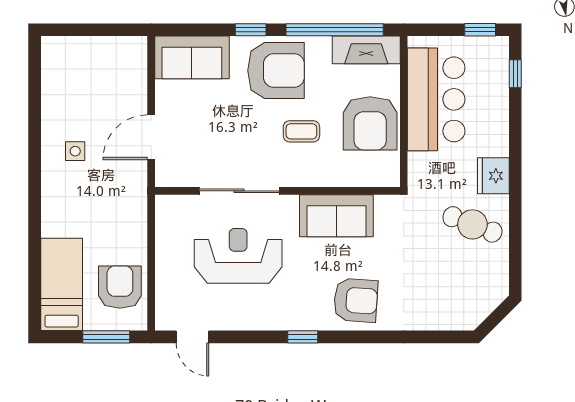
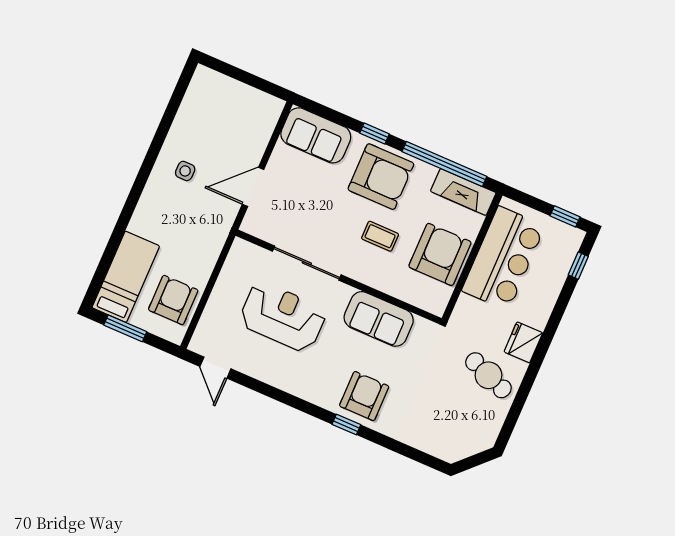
armchair: (370, 123) -> (440, 254), turned 180
armchair: (356, 300) -> (364, 396), turned -94
window: (106, 337) -> (125, 328), moved
window: (303, 337) -> (346, 424), moved

